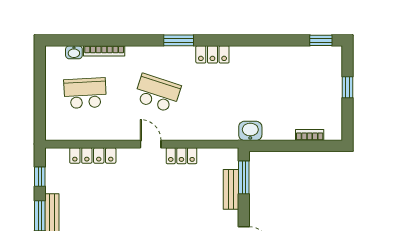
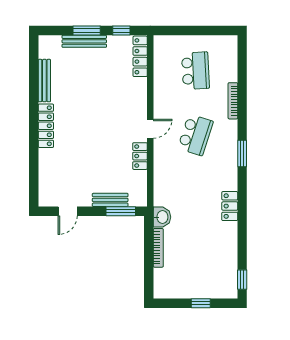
bookcase: (104, 51) -> (233, 101), moved
washbasin: (74, 52) -> (232, 61), removed
locker: (212, 54) -> (230, 206), moved
bookcase: (310, 135) -> (158, 248), moved, width x1.56
locker: (93, 155) -> (140, 56), moved

